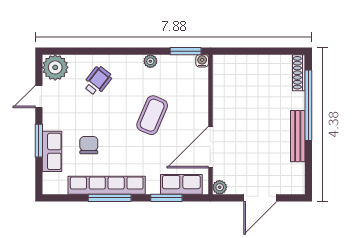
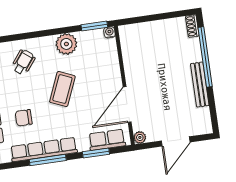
plant: (150, 61) -> (66, 44), width x1.87, depth x1.87
shoe rack: (299, 73) -> (192, 26), width x0.70
coffee table: (152, 115) -> (62, 89), moved
chair: (89, 145) -> (24, 118), turned -90

